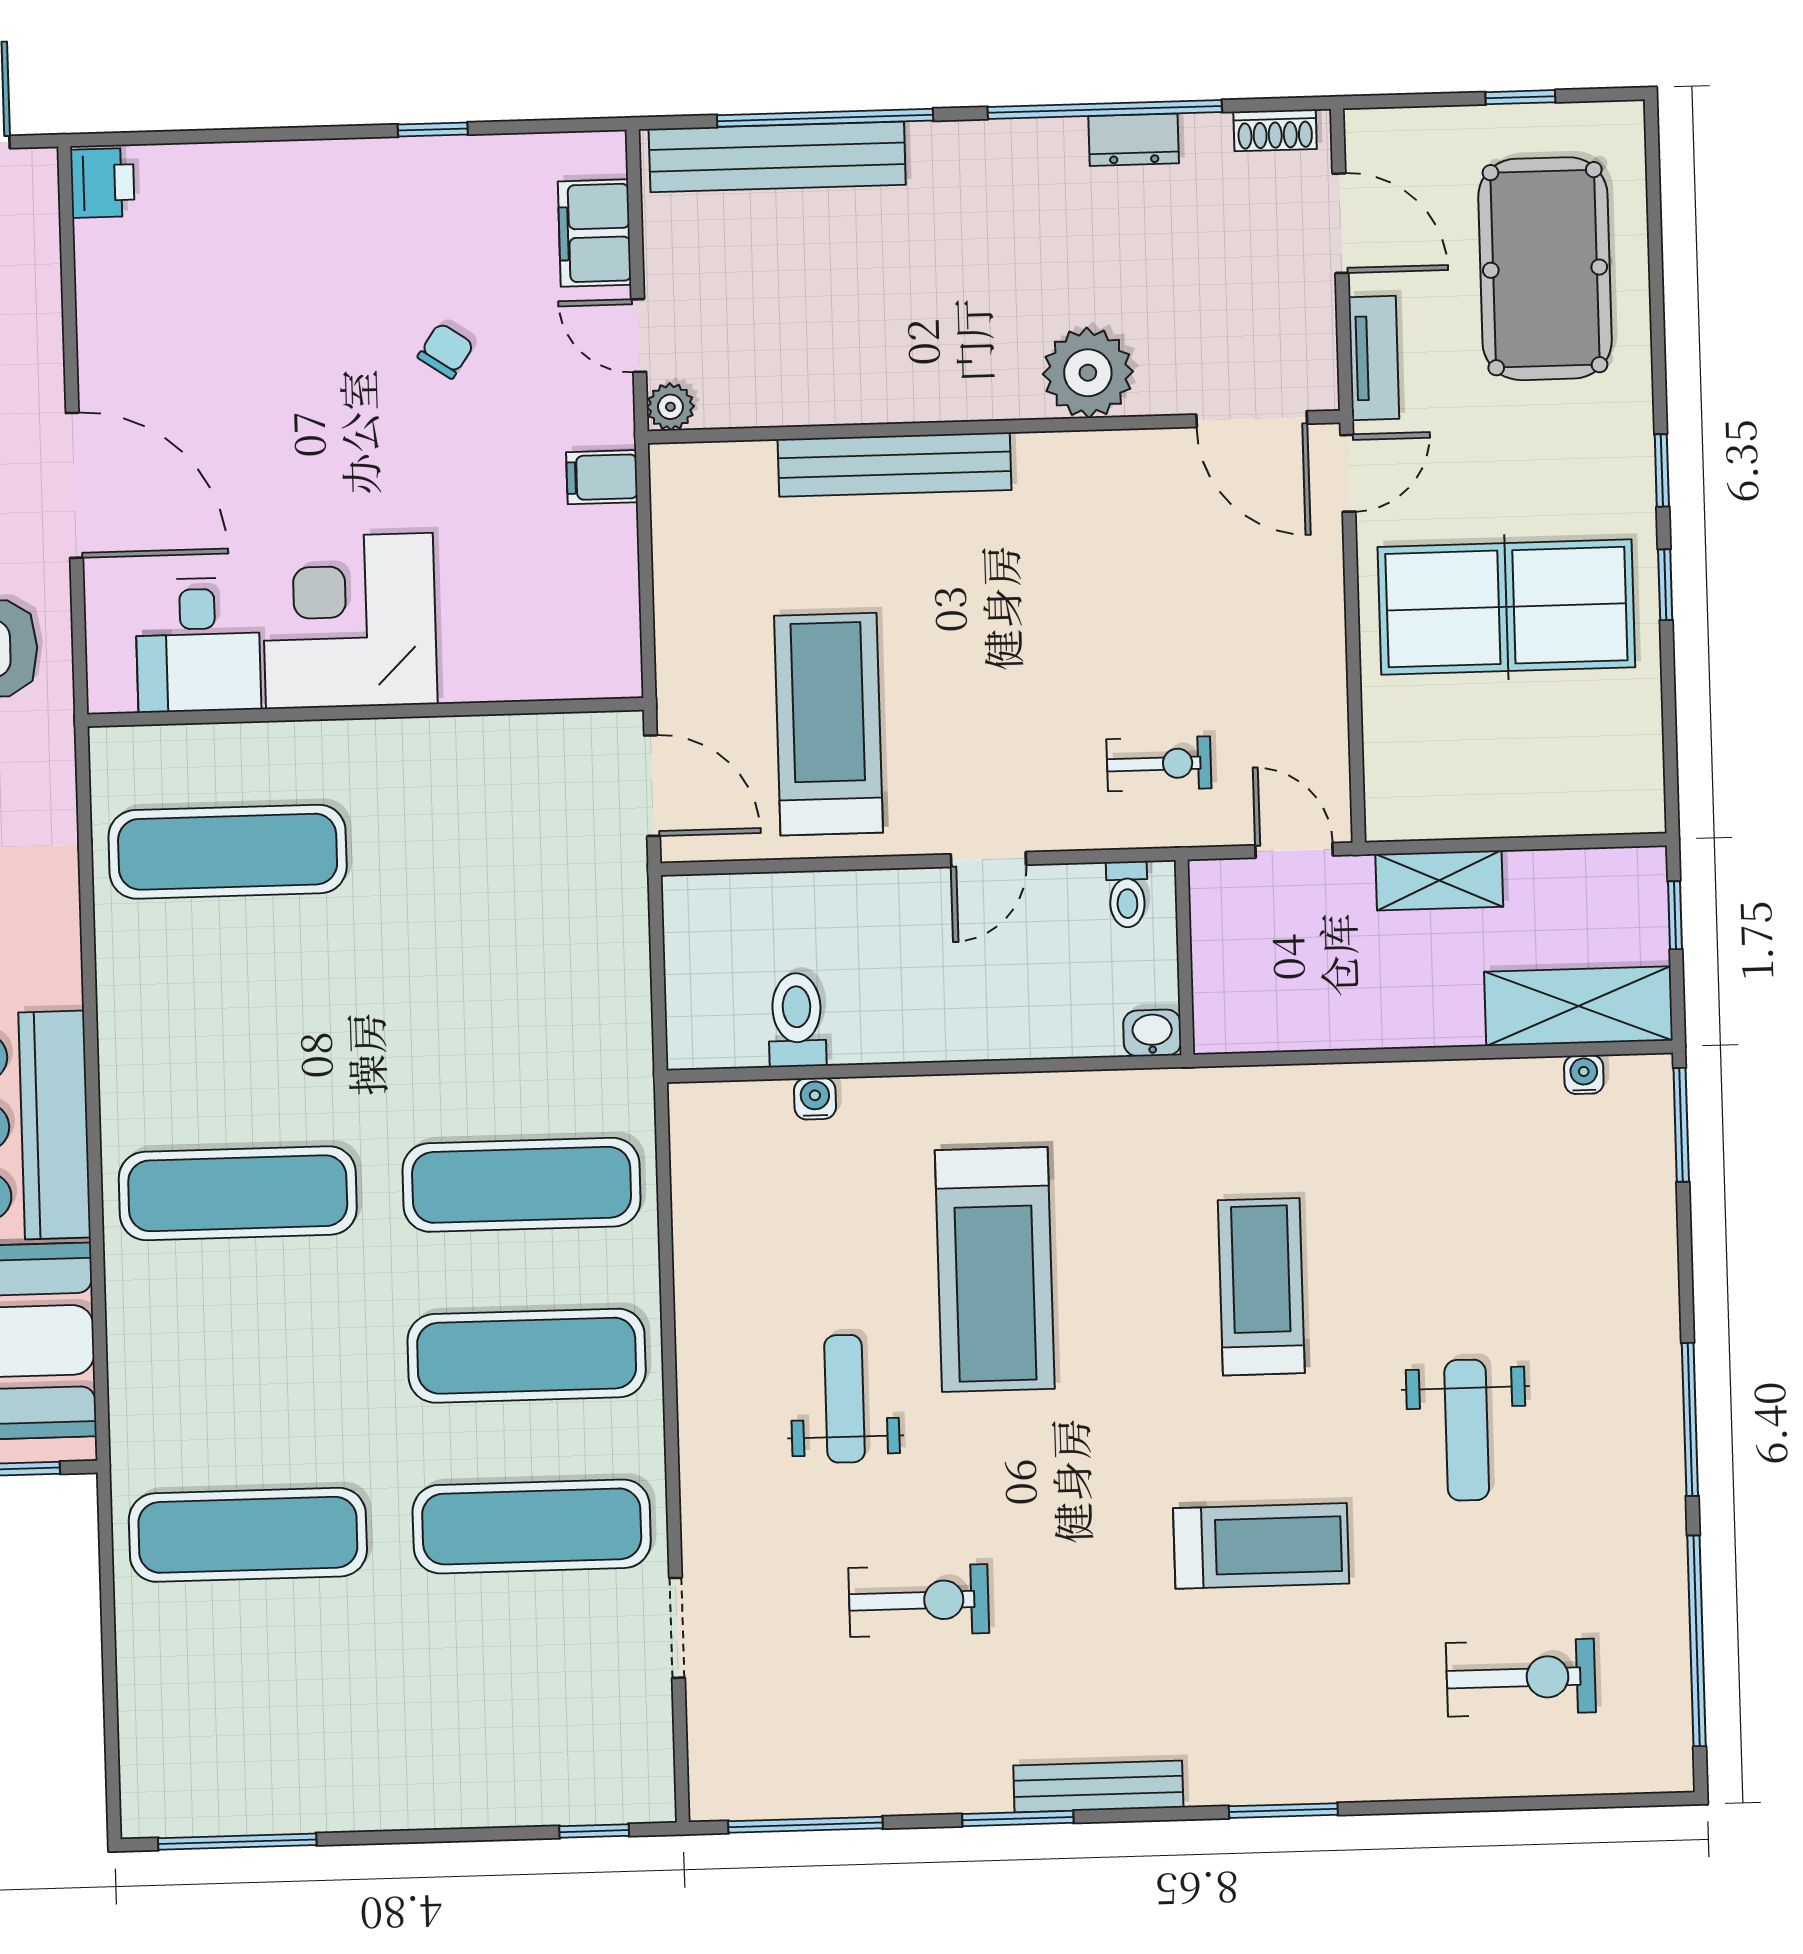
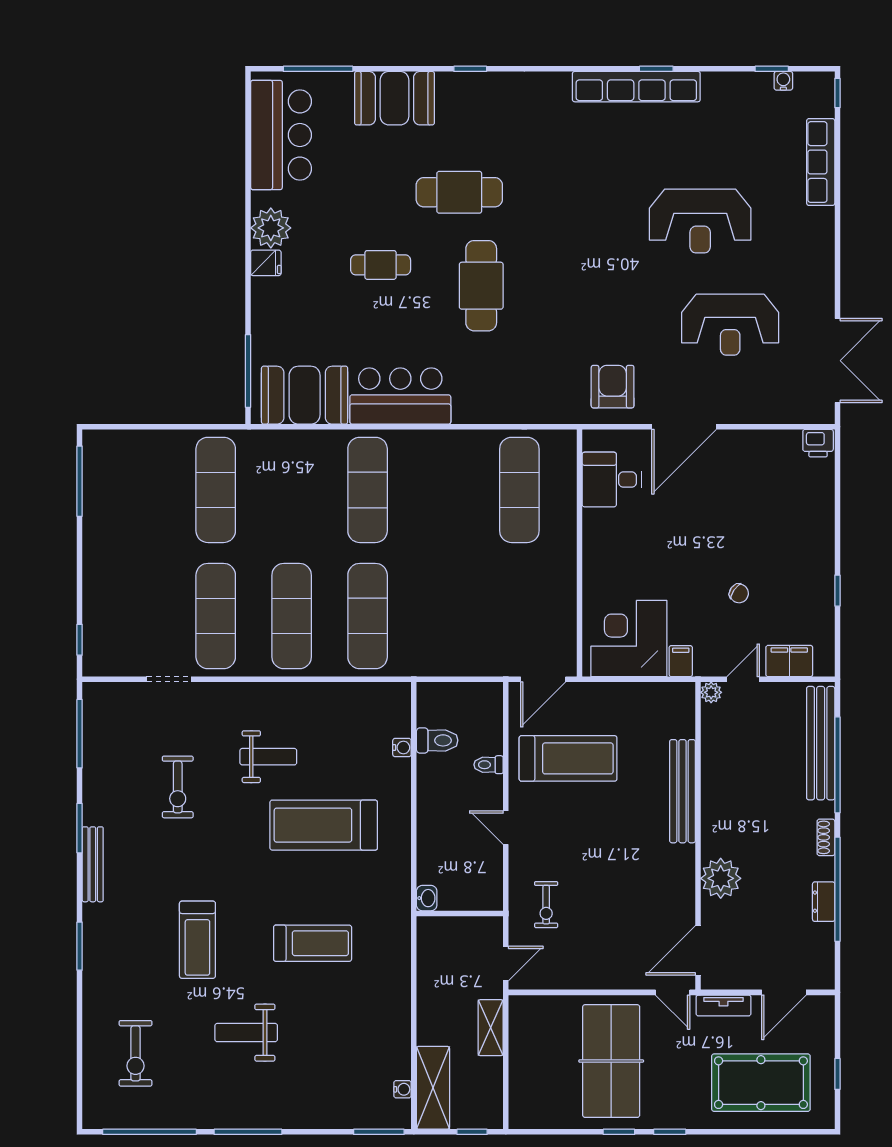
shoe rack: (1275, 130) -> (826, 837), moved
corner desk: (349, 621) -> (629, 639), moved, turned -90
toilet: (1127, 894) -> (489, 765), moved

